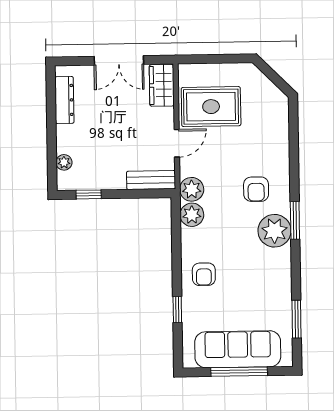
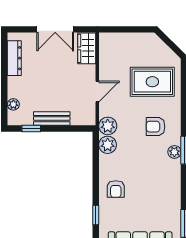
rug: (211, 107) -> (152, 82), moved
bench: (151, 180) -> (52, 119), moved
armchair: (256, 189) -> (156, 127), turned 90
plant: (274, 231) -> (174, 152), width x0.53, depth x0.53

